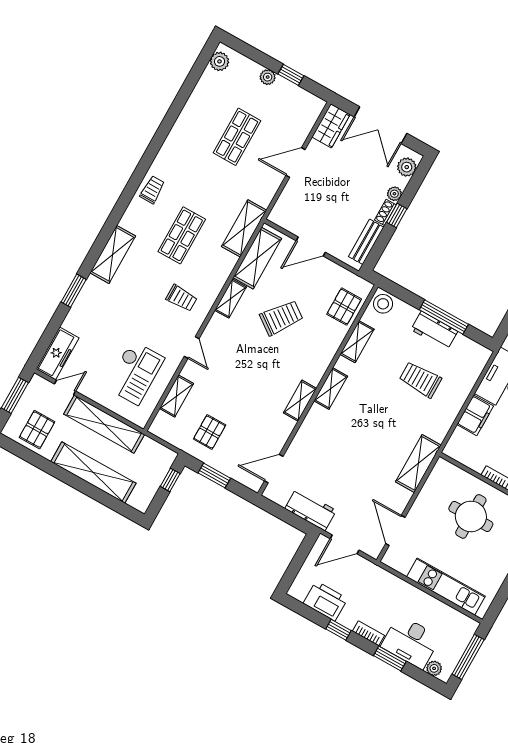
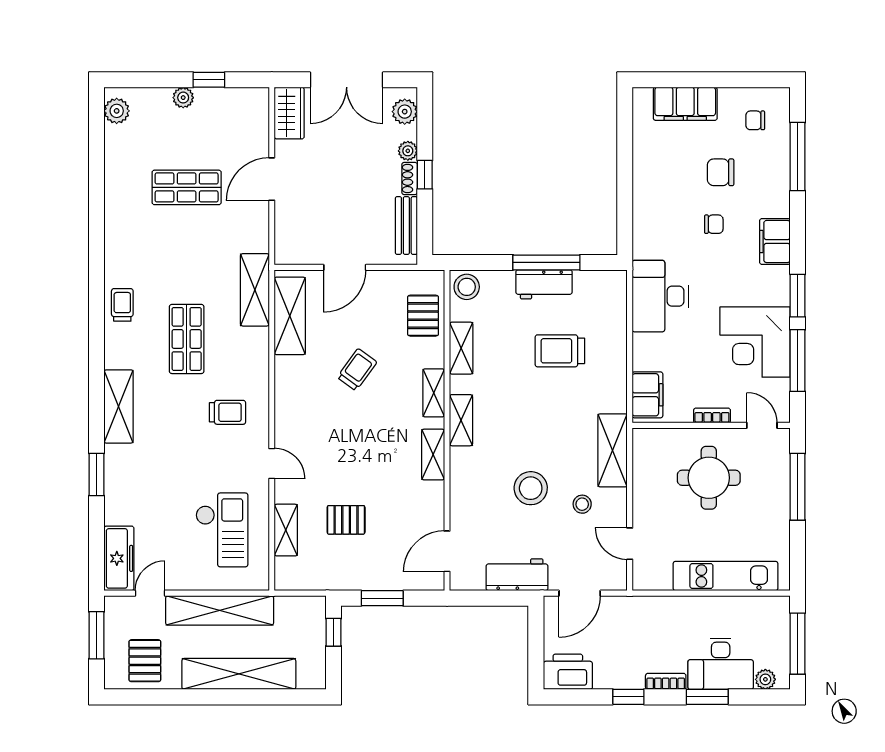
shop shelf: (237, 137) -> (187, 187), turned 90
shelving: (231, 299) -> (434, 393), moved
trolley: (281, 318) -> (357, 370), width x0.73, depth x0.72
filing cabinet: (475, 415) -> (647, 395), moved
pallet: (210, 432) -> (346, 520), moved, turned 90
stool: (351, 458) -> (531, 488), added
stool: (379, 487) -> (582, 504), added
door: (395, 530) -> (630, 544), width x0.73
printer: (325, 601) -> (568, 672), moved

